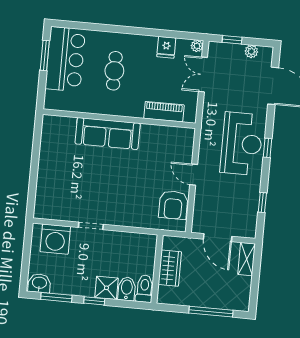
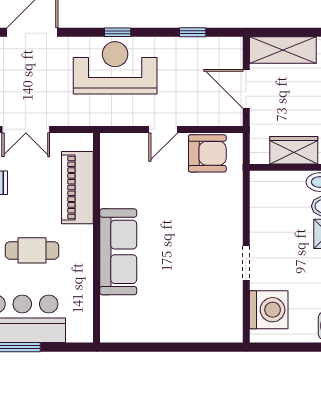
piano: (164, 112) -> (77, 188), width x1.37, depth x1.33
door: (218, 238) -> (246, 89), swing flipped
shelving: (247, 259) -> (283, 50), width x1.50, depth x1.33

